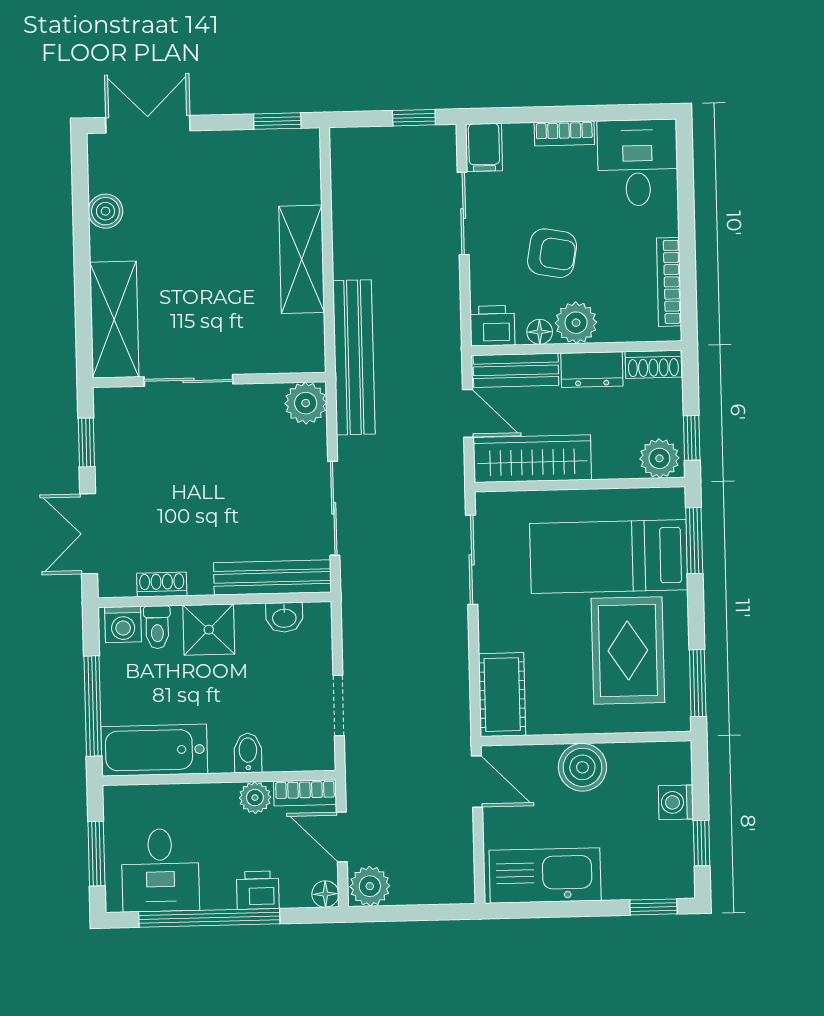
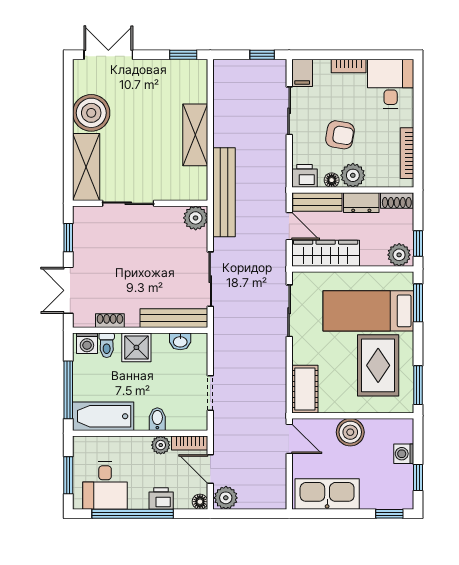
boiler: (105, 211) -> (91, 113), width x1.86, depth x1.86

